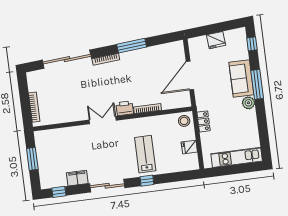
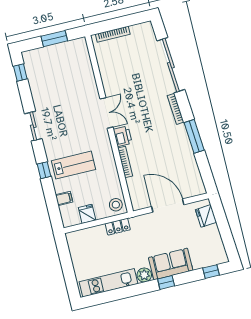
fridge: (216, 40) -> (206, 216), moved
window: (257, 84) -> (166, 282), width x0.46
kitchen unit: (237, 157) -> (109, 283), moved, turned -90
filing cabinet: (77, 178) -> (64, 198), moved, width x0.50
sliding door: (107, 186) -> (33, 126), width x0.73

